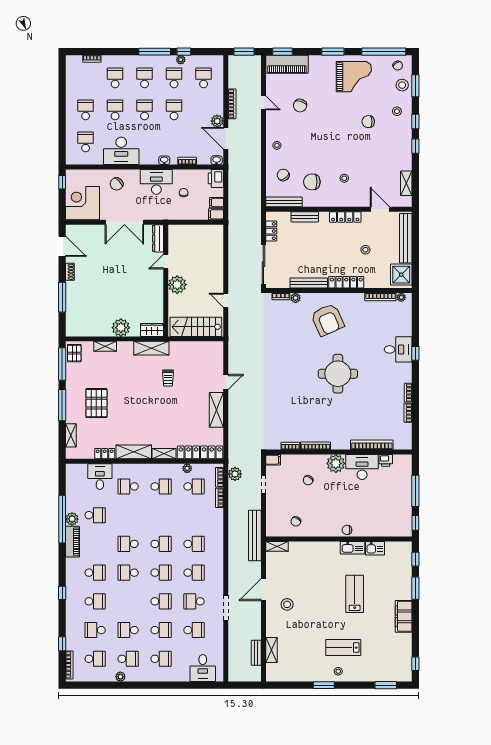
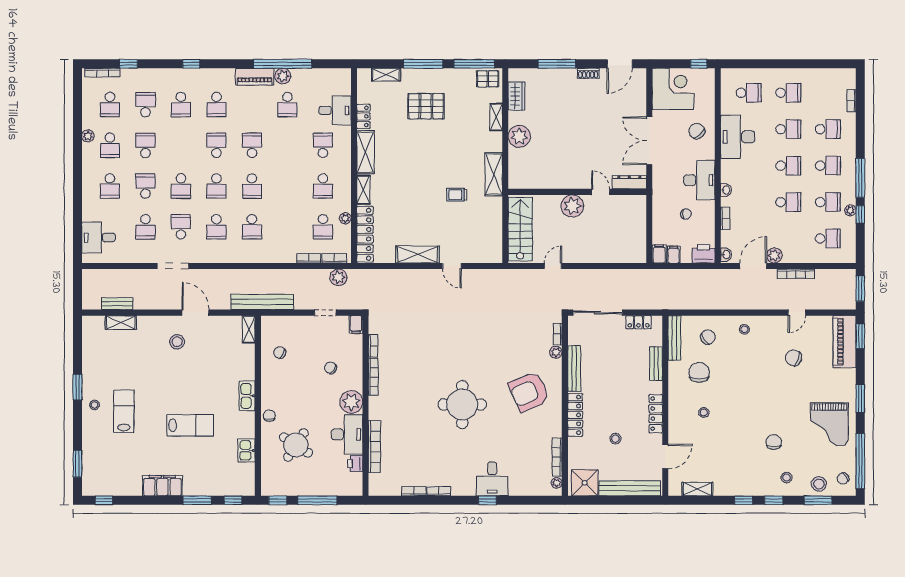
wardrobe: (152, 330) -> (516, 96), moved
round table: (371, 508) -> (296, 445), added
kitchen sink: (352, 548) -> (247, 396), moved
school desk: (161, 630) -> (145, 186), turned 180

